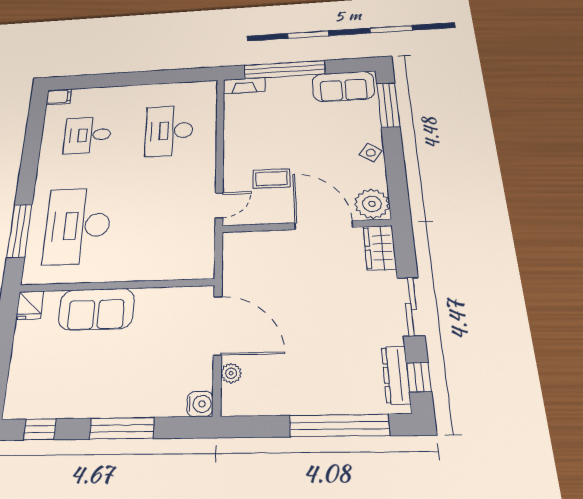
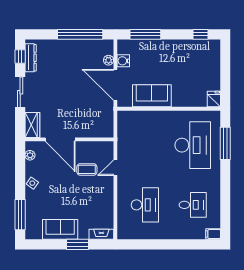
window: (285, 70) -> (78, 244), width x0.47
sofa: (343, 86) -> (60, 229), moved
plant: (372, 204) -> (30, 155), width x0.53, depth x0.53
door: (219, 205) -> (115, 168), moved
sofa: (96, 309) -> (152, 96), moved
water cooler: (200, 404) -> (123, 61), moved
window: (339, 425) -> (80, 34), moved
window: (122, 428) -> (145, 34), moved

